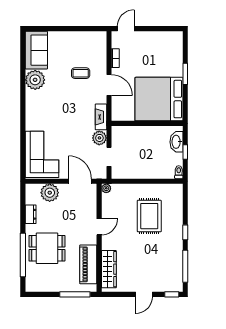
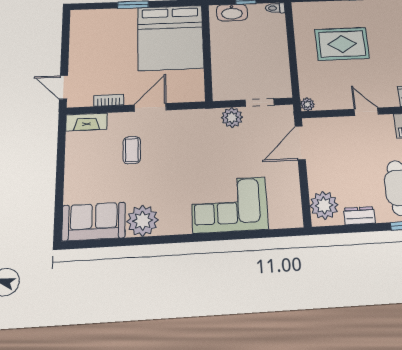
fireplace: (101, 117) -> (87, 122), moved
corner sofa: (42, 154) -> (229, 205), moved
plant: (50, 193) -> (324, 205), moved

